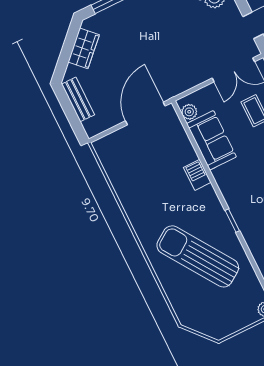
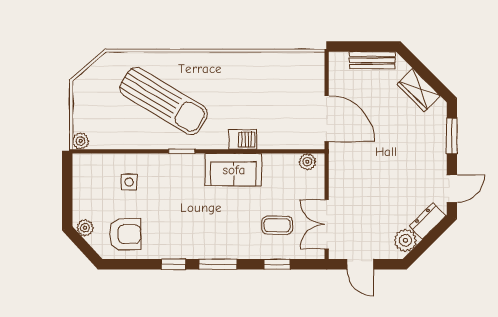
sofa: (211, 140) -> (234, 170), moved
sun lounger: (198, 256) -> (164, 101), turned 65

